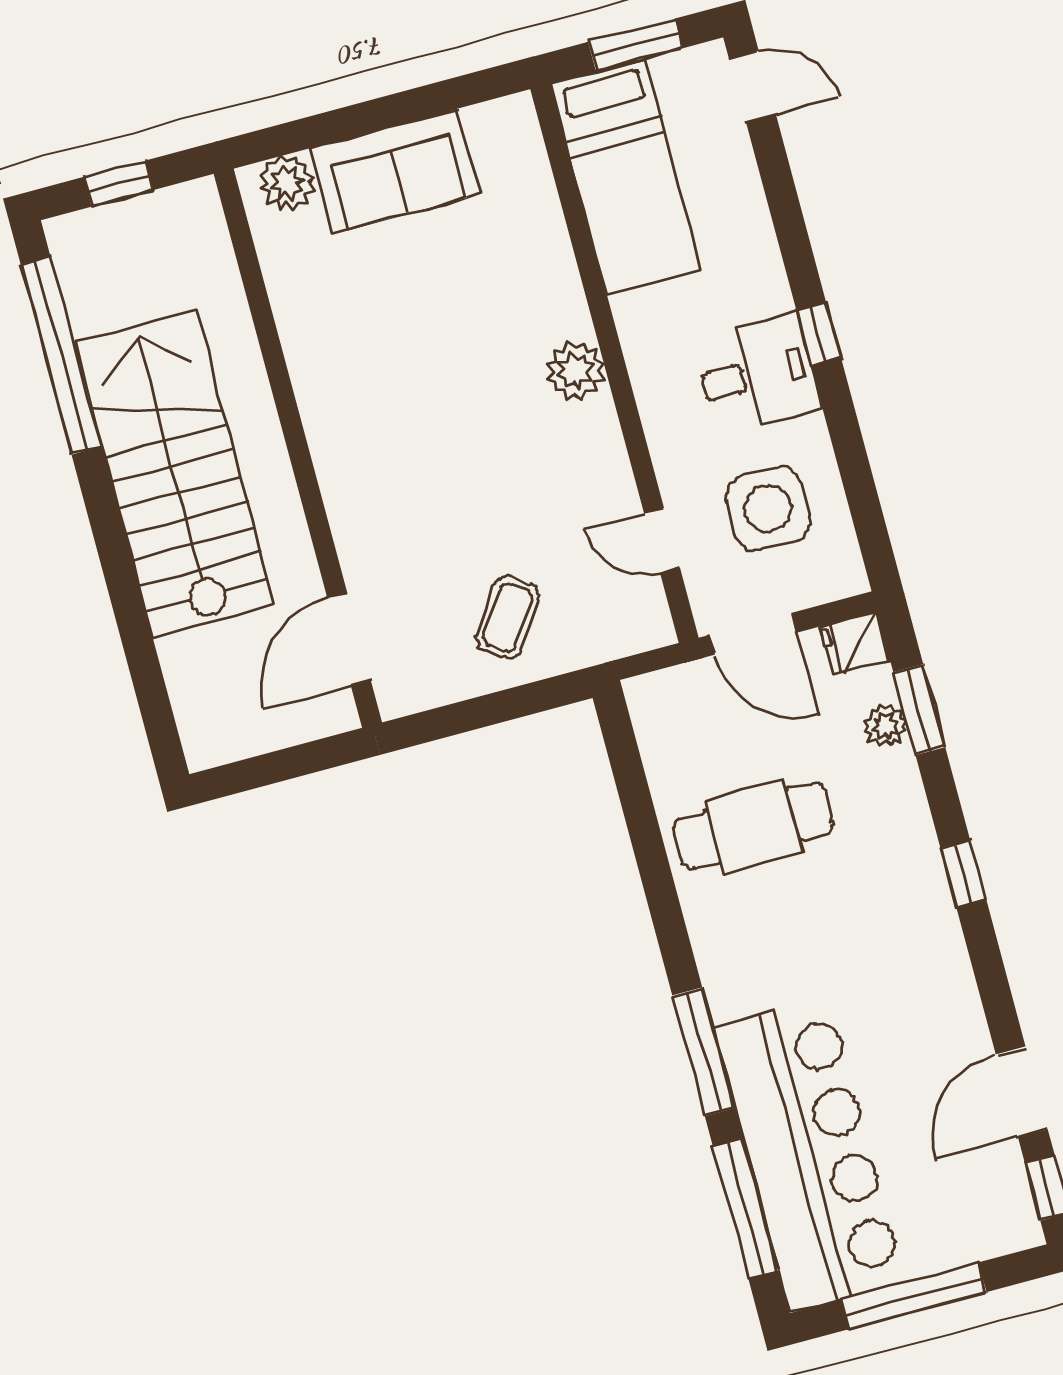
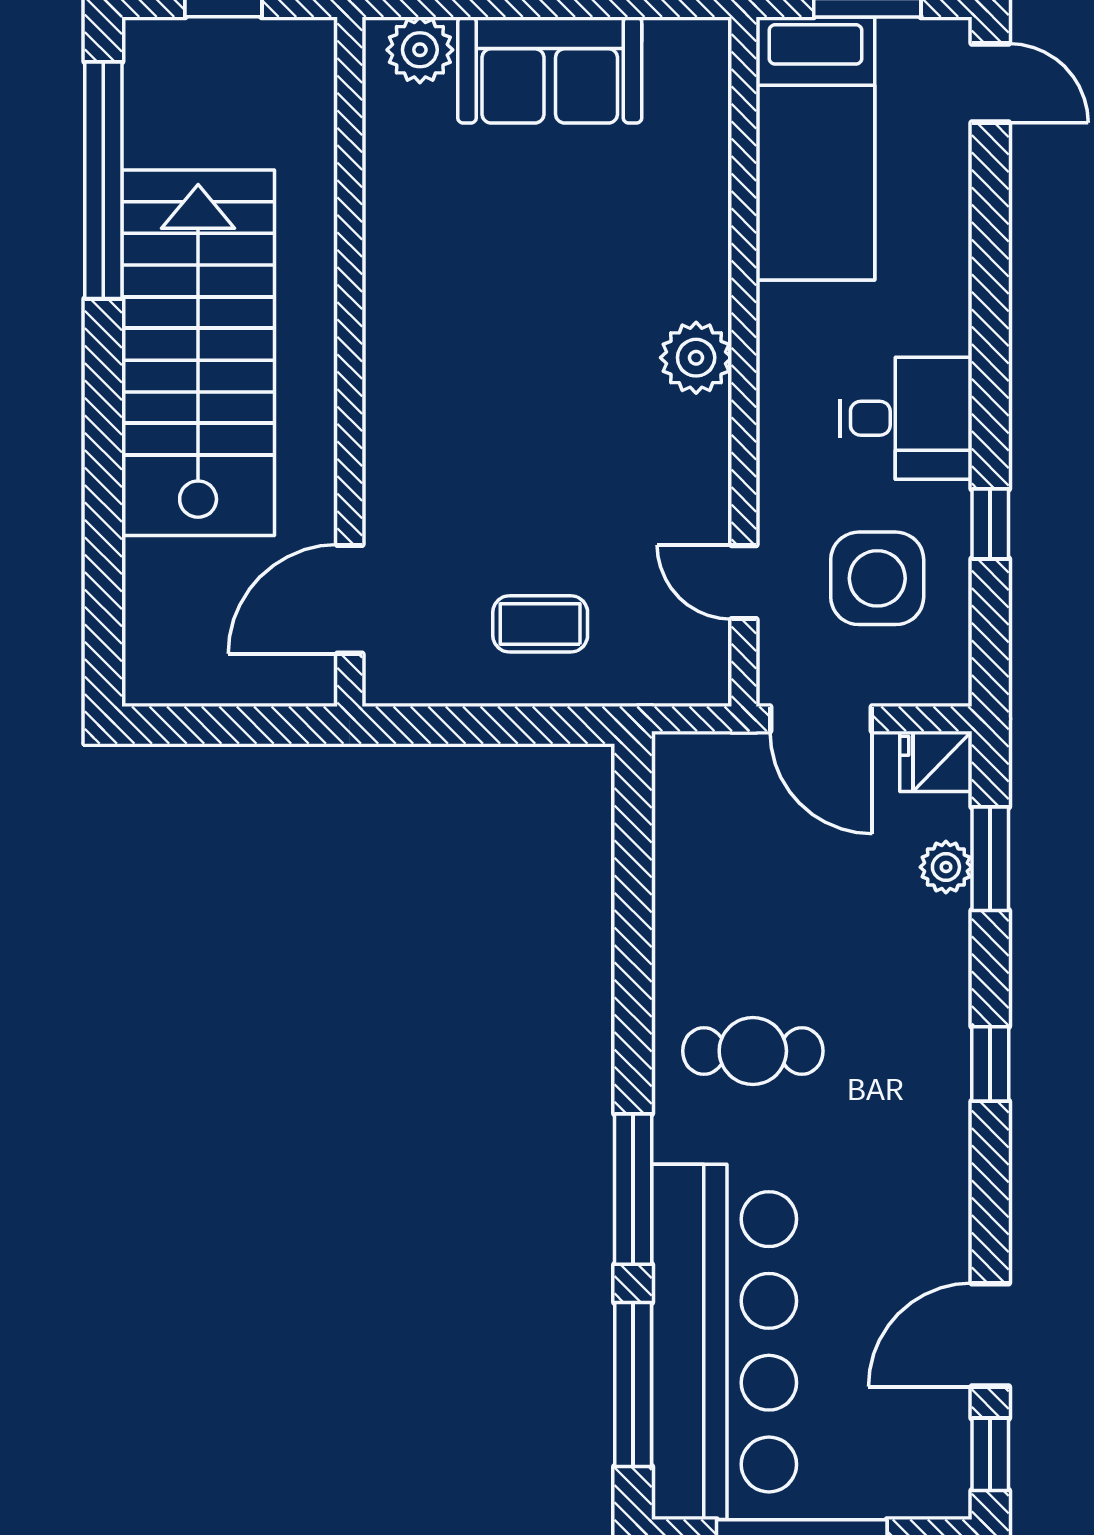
window: (819, 334) -> (990, 524), moved
coffee table: (507, 618) -> (540, 624), turned 56
cafe table: (754, 826) -> (753, 1051), moved, width x0.73, depth x0.74

